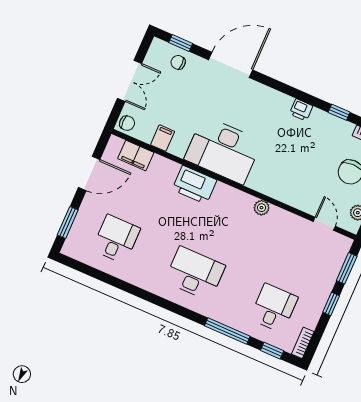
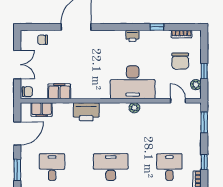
window: (181, 43) -> (39, 27), removed
filing cabinet: (163, 138) -> (59, 91), width x2.00
desk: (223, 150) -> (133, 82), moved
window: (331, 304) -> (204, 162), moved

